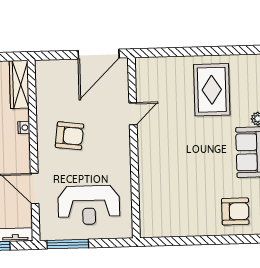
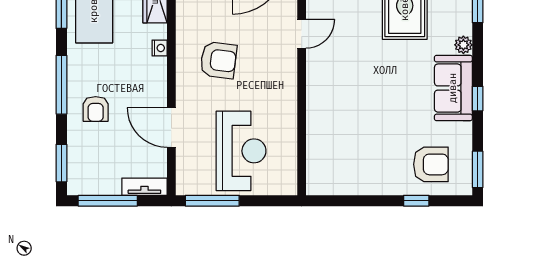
reception desk: (89, 205) -> (241, 151), turned -90
window: (225, 240) -> (416, 201), added

